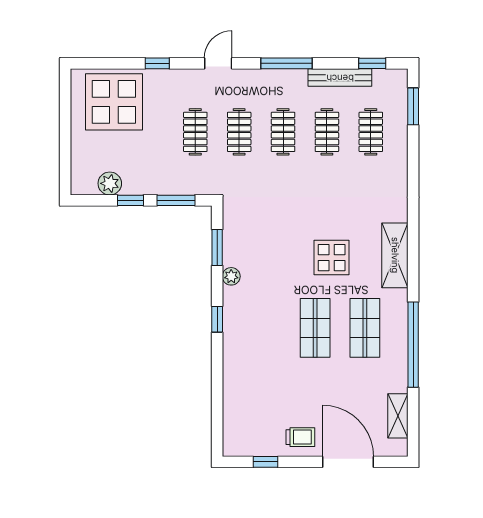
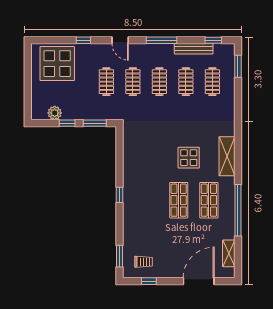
door: (218, 63) -> (120, 40), swing flipped
window: (217, 247) -> (119, 256), moved
plant: (231, 276) -> (128, 169), removed
trolley: (300, 437) -> (143, 262), moved
door: (348, 462) -> (199, 281), hinge flipped

